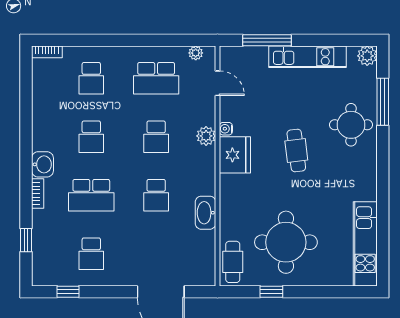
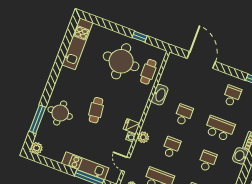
kitchen unit: (308, 57) -> (85, 166), moved
fridge: (235, 155) -> (132, 126), width x0.53, depth x0.75
cafe table: (233, 262) -> (148, 72), moved

